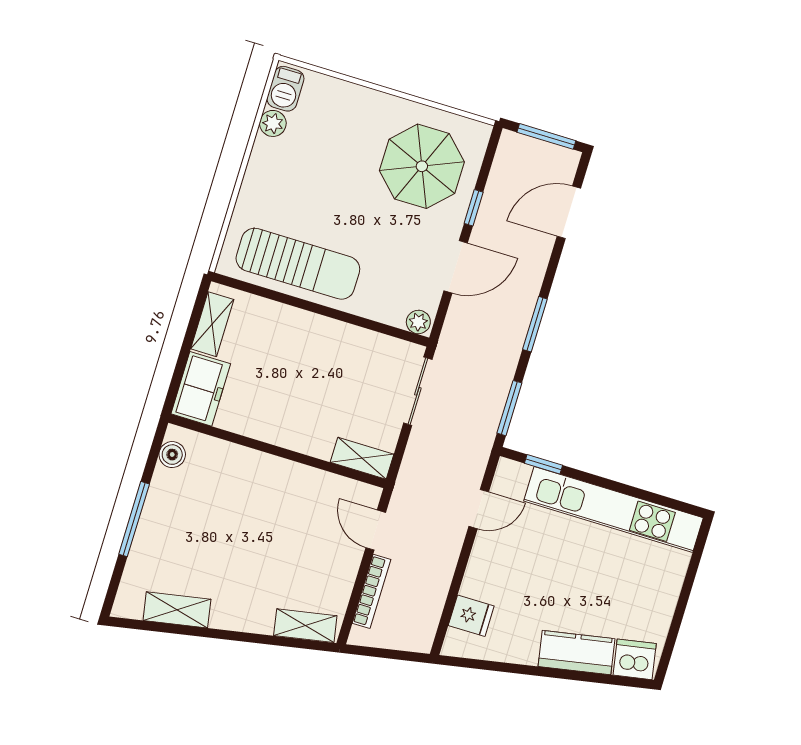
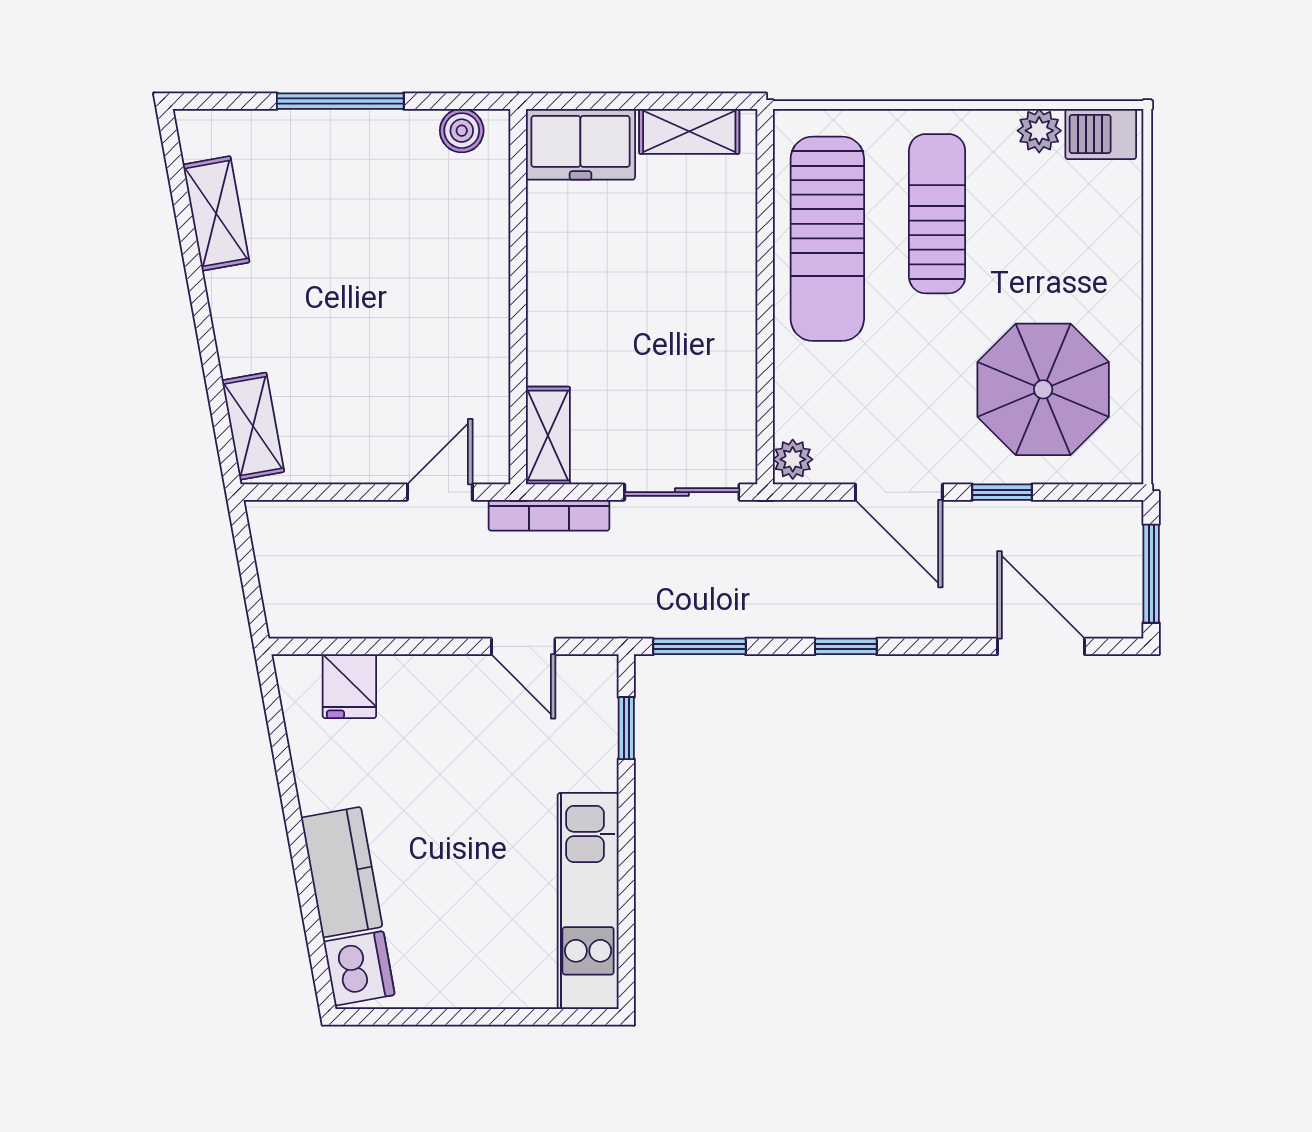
sun lounger: (303, 196) -> (937, 214), added
window: (535, 324) -> (846, 646), width x0.67
kitchen unit: (613, 509) -> (588, 901), width x0.73
bookcase: (372, 591) -> (549, 515), moved

